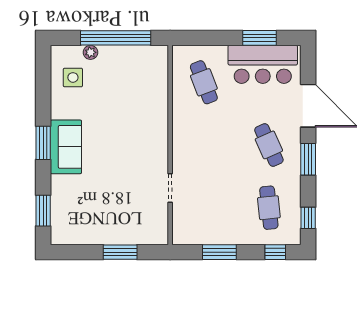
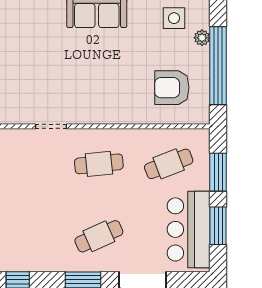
window: (211, 38) -> (218, 172), added
armchair: (135, 79) -> (172, 88), added
cafe table: (269, 208) -> (99, 164), moved

